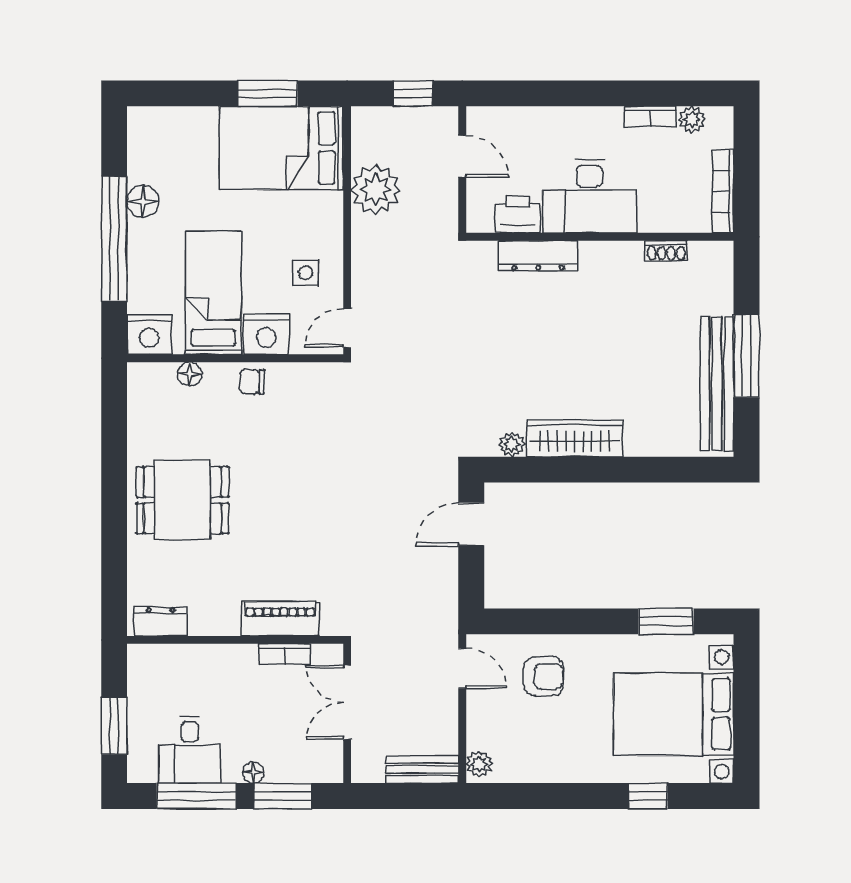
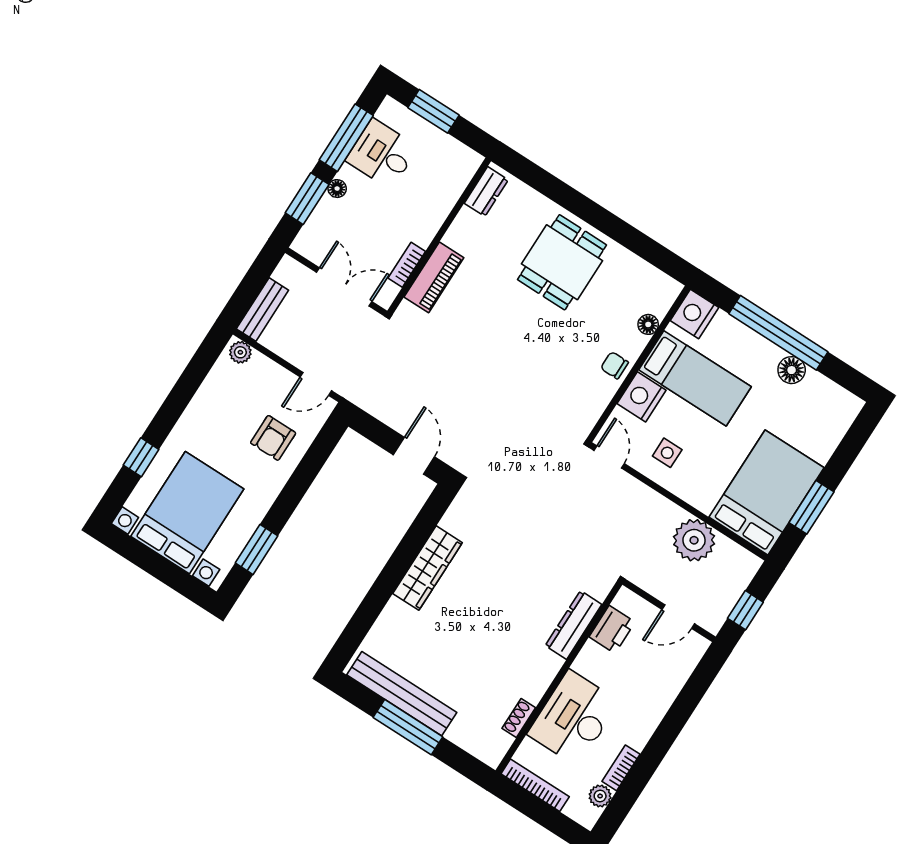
desk: (589, 196) -> (573, 718), moved
chair: (252, 382) -> (614, 365), turned -92
plant: (512, 444) -> (452, 521), removed

